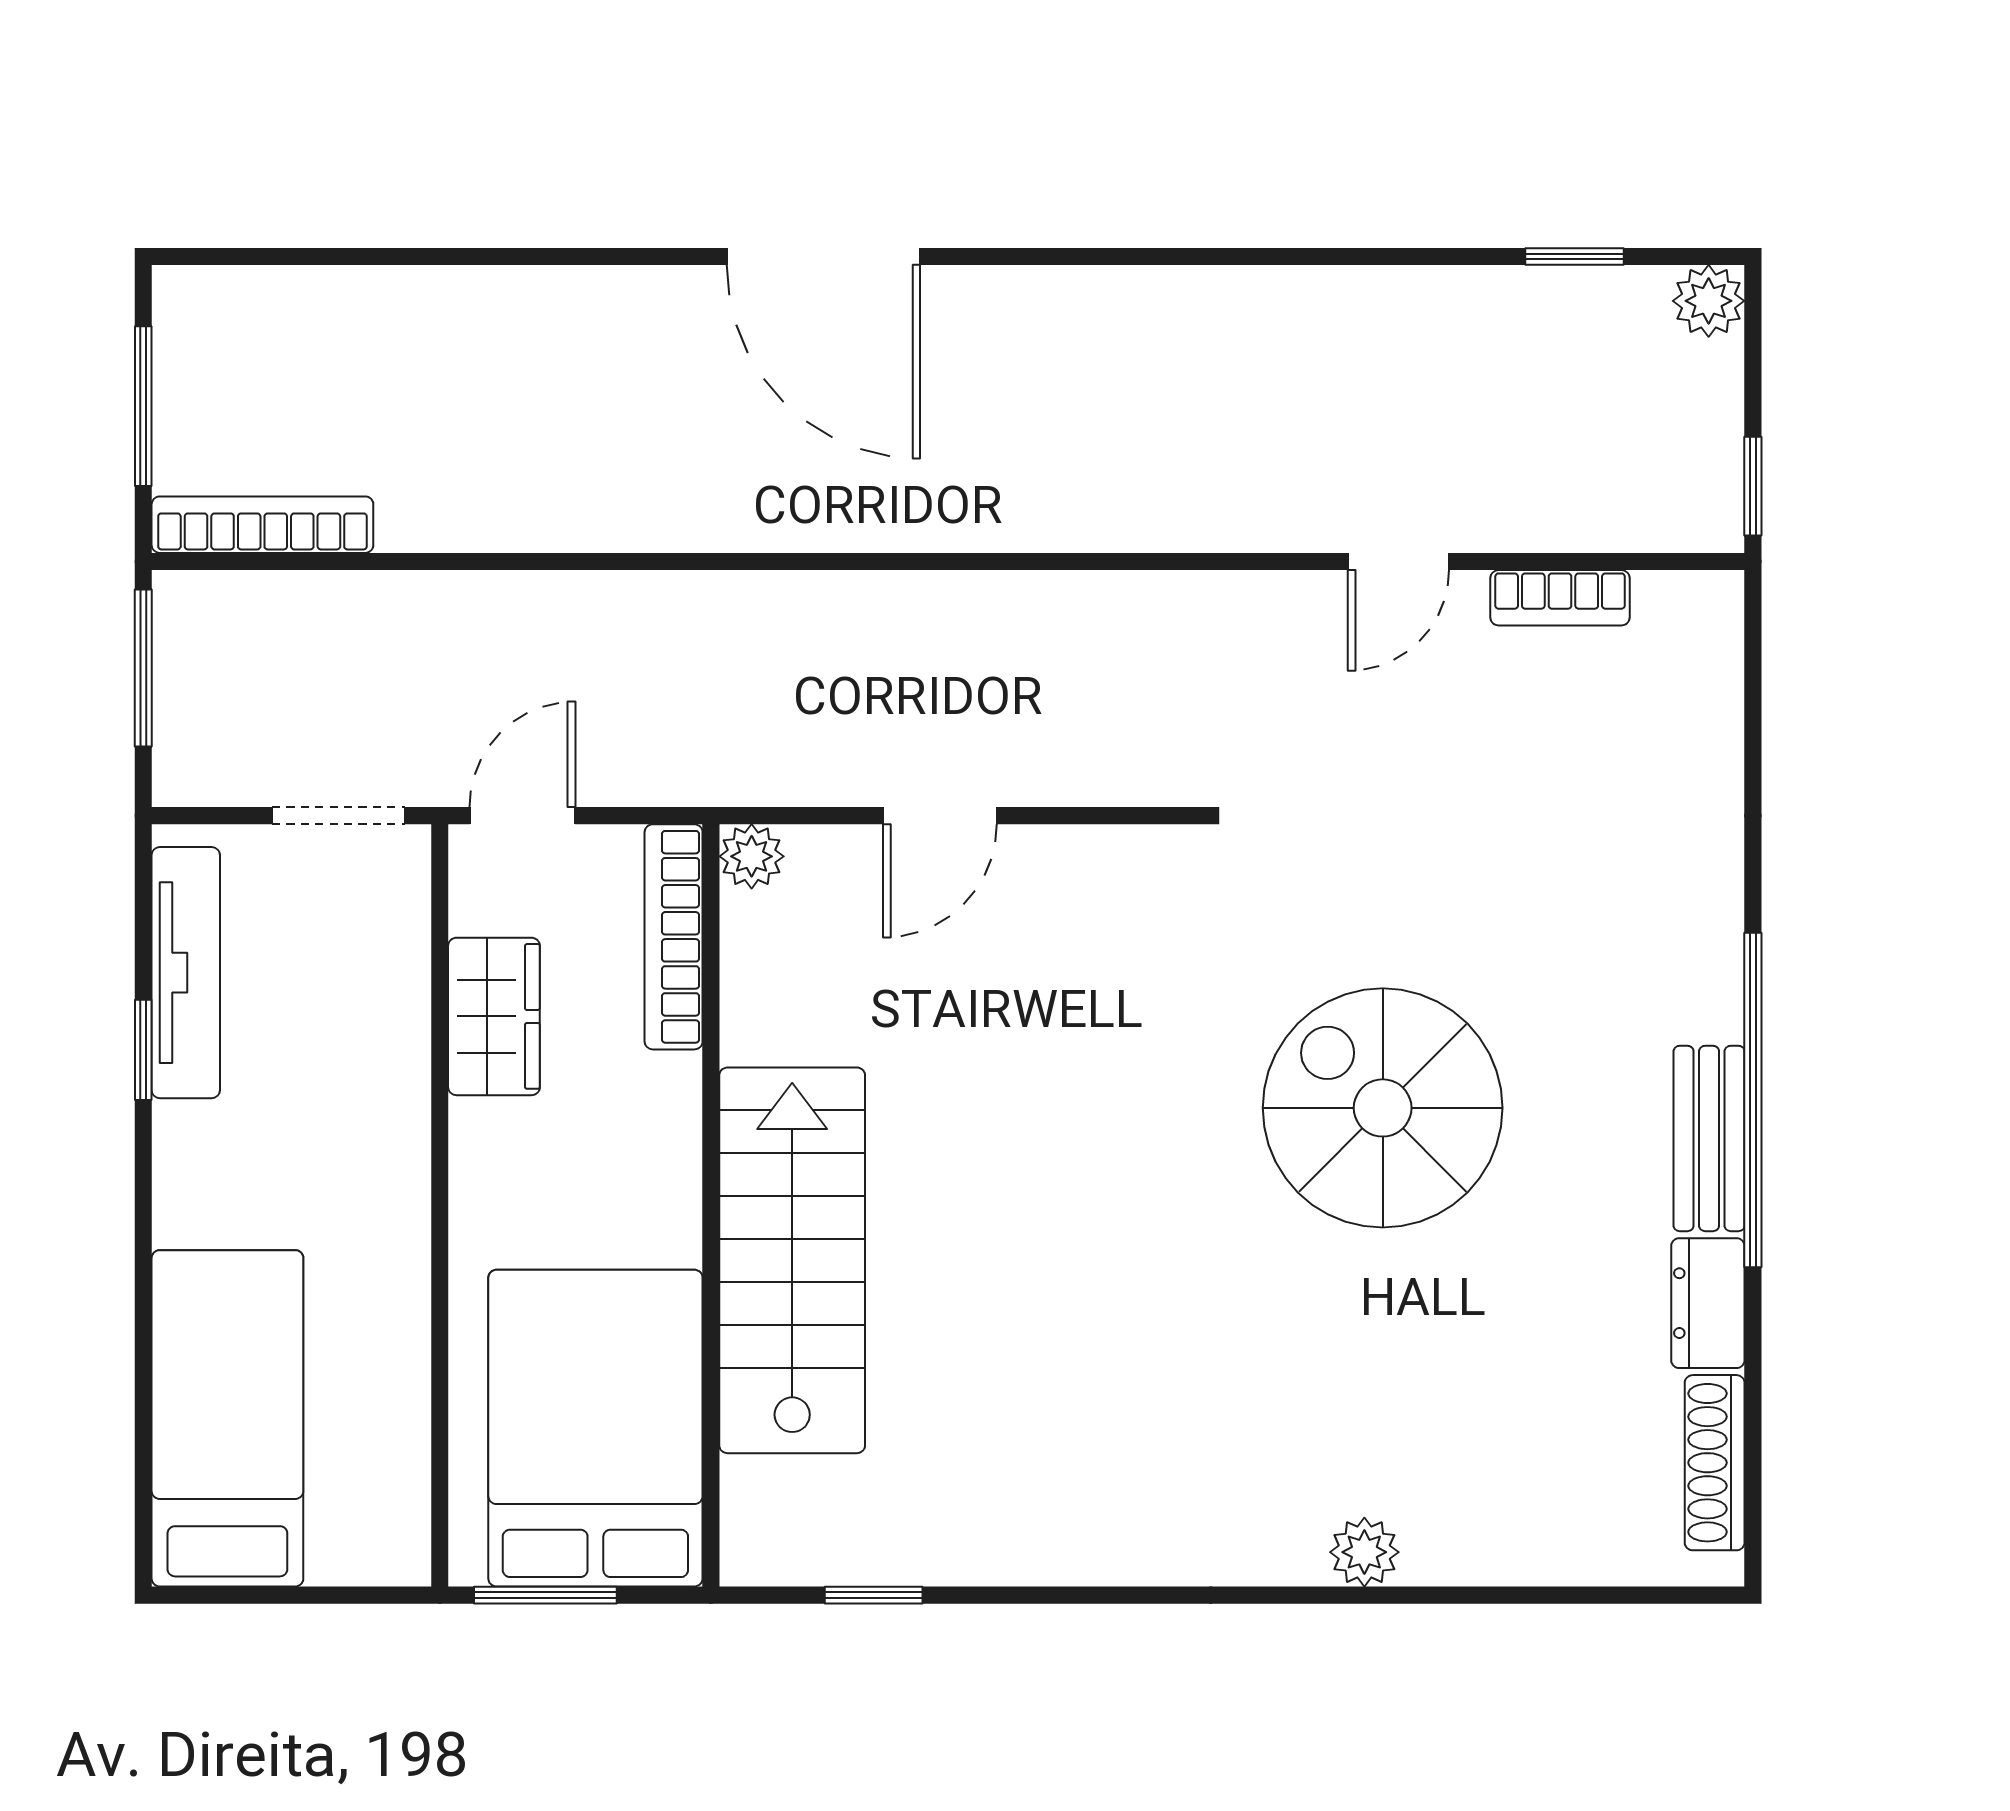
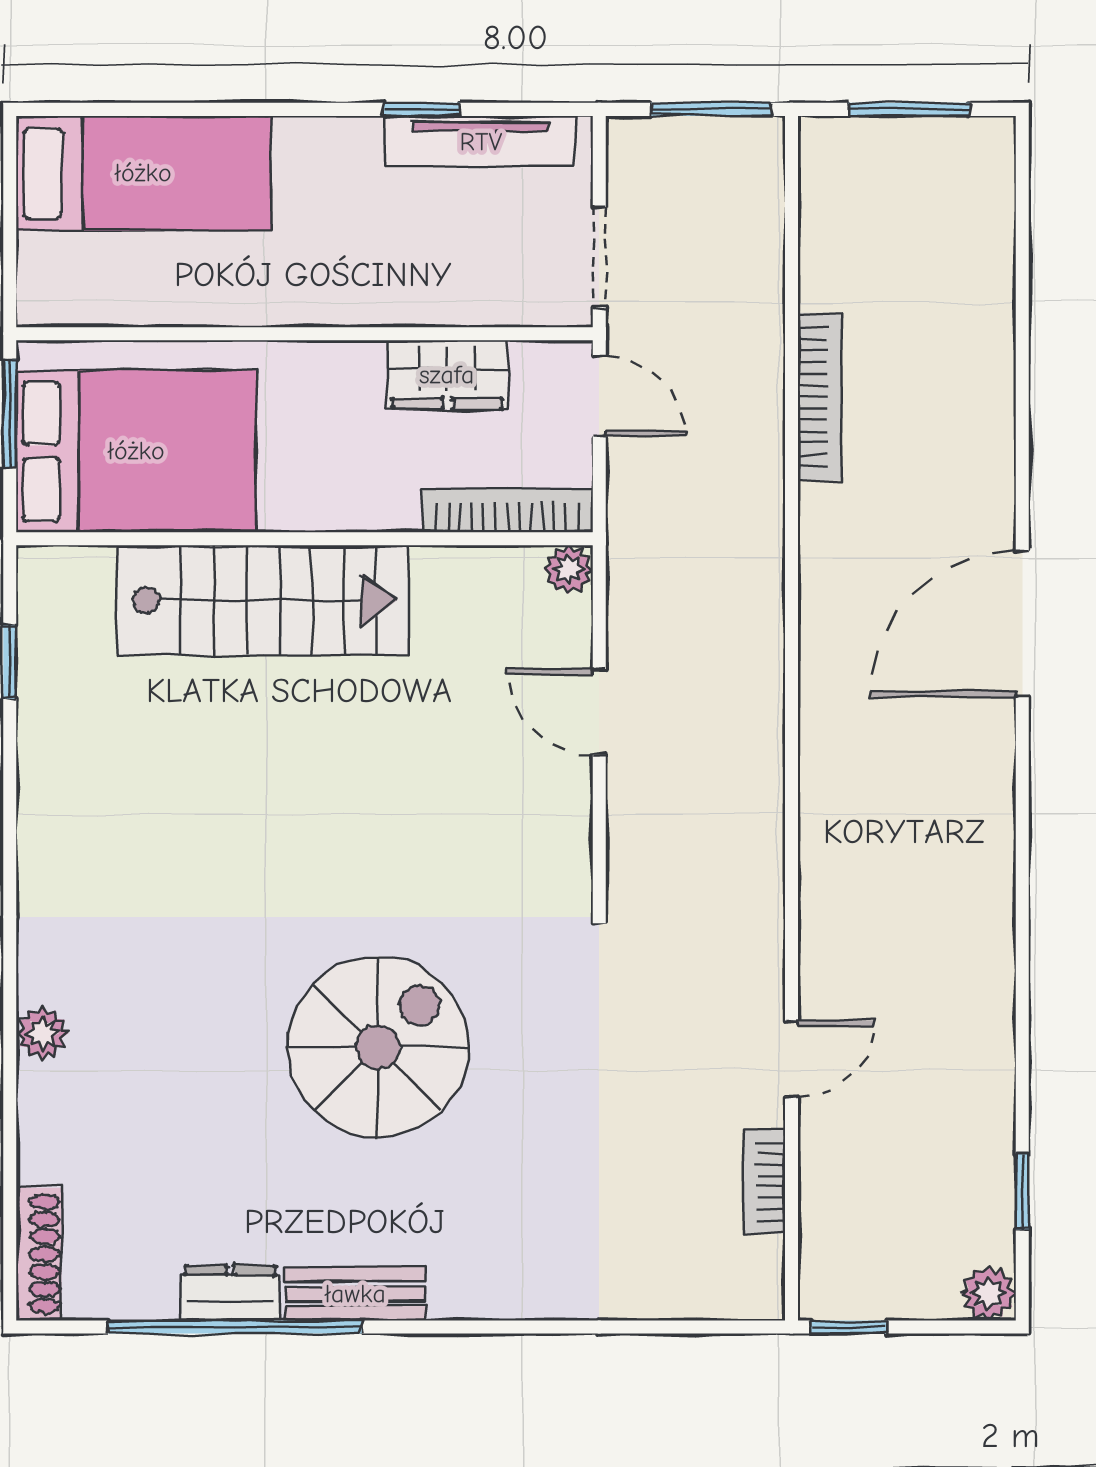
bookcase: (262, 525) -> (819, 397), moved
door: (1398, 561) -> (792, 1059), swing flipped
window: (1753, 1100) -> (235, 1327), moved
shoe rack: (1715, 1463) -> (39, 1254), moved, turned 90

